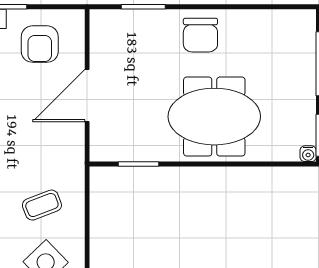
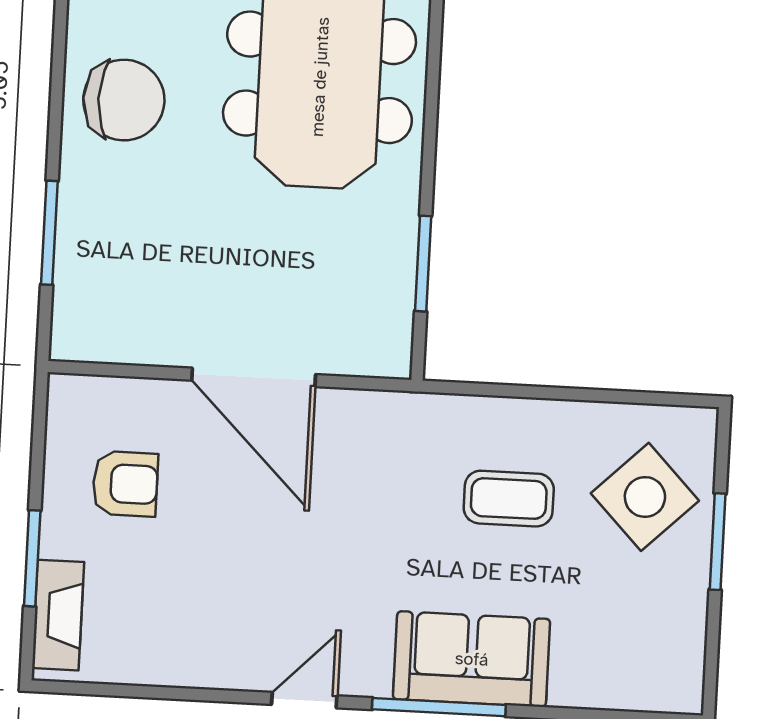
armchair: (40, 44) -> (125, 484), width x0.72, depth x0.72
coffee table: (42, 205) -> (509, 499), turned -69

